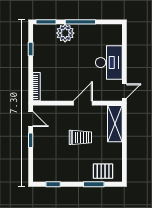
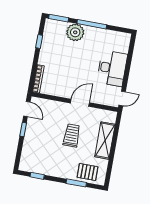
shelving: (115, 124) -> (105, 141), moved
trolley: (80, 137) -> (72, 135), turned -90

